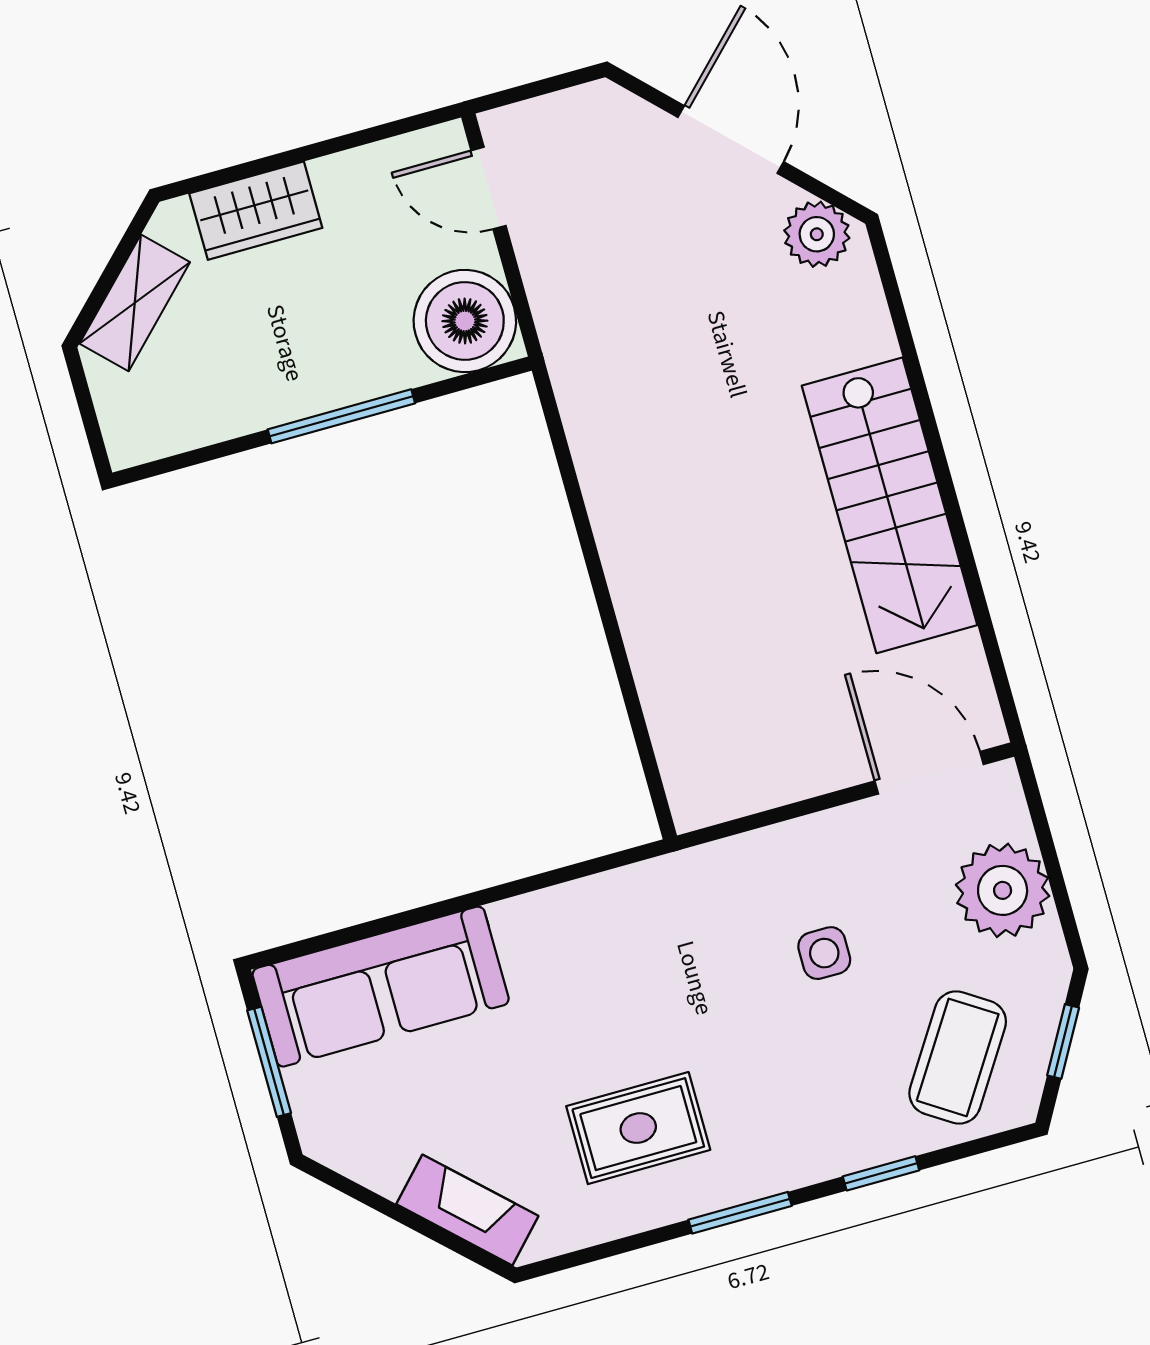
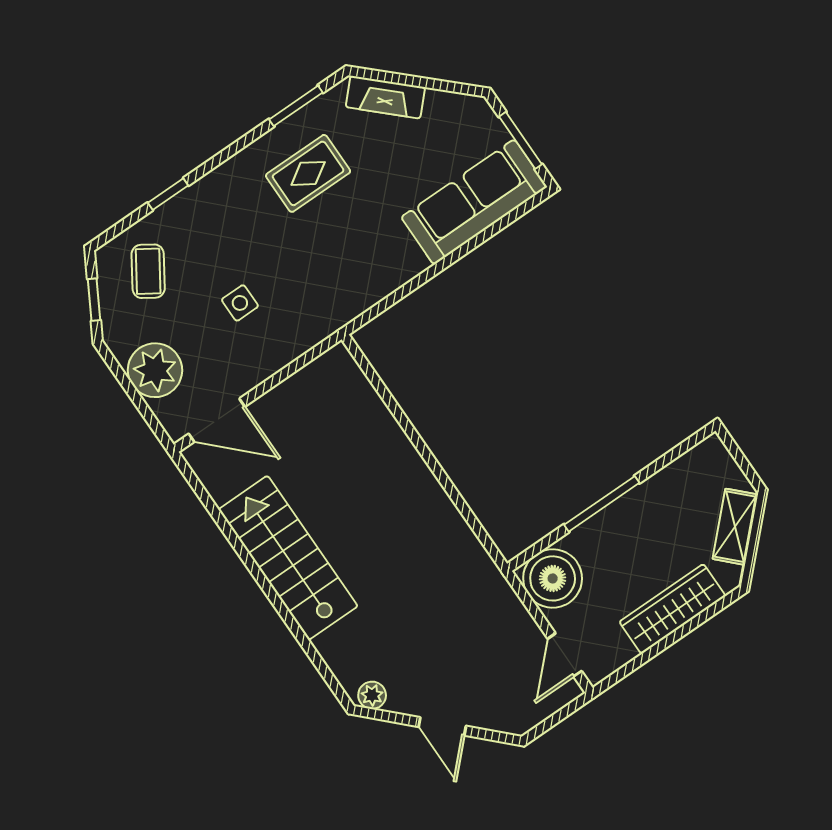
door: (731, 140) -> (442, 726), width x0.73
door: (489, 188) -> (565, 655), swing flipped
wardrobe: (256, 211) -> (672, 609), width x1.50
plant: (817, 234) -> (372, 695), width x0.73, depth x0.73
coffee table: (958, 1057) -> (148, 271), width x0.73, depth x0.77
window: (740, 1213) -> (296, 106), moved

